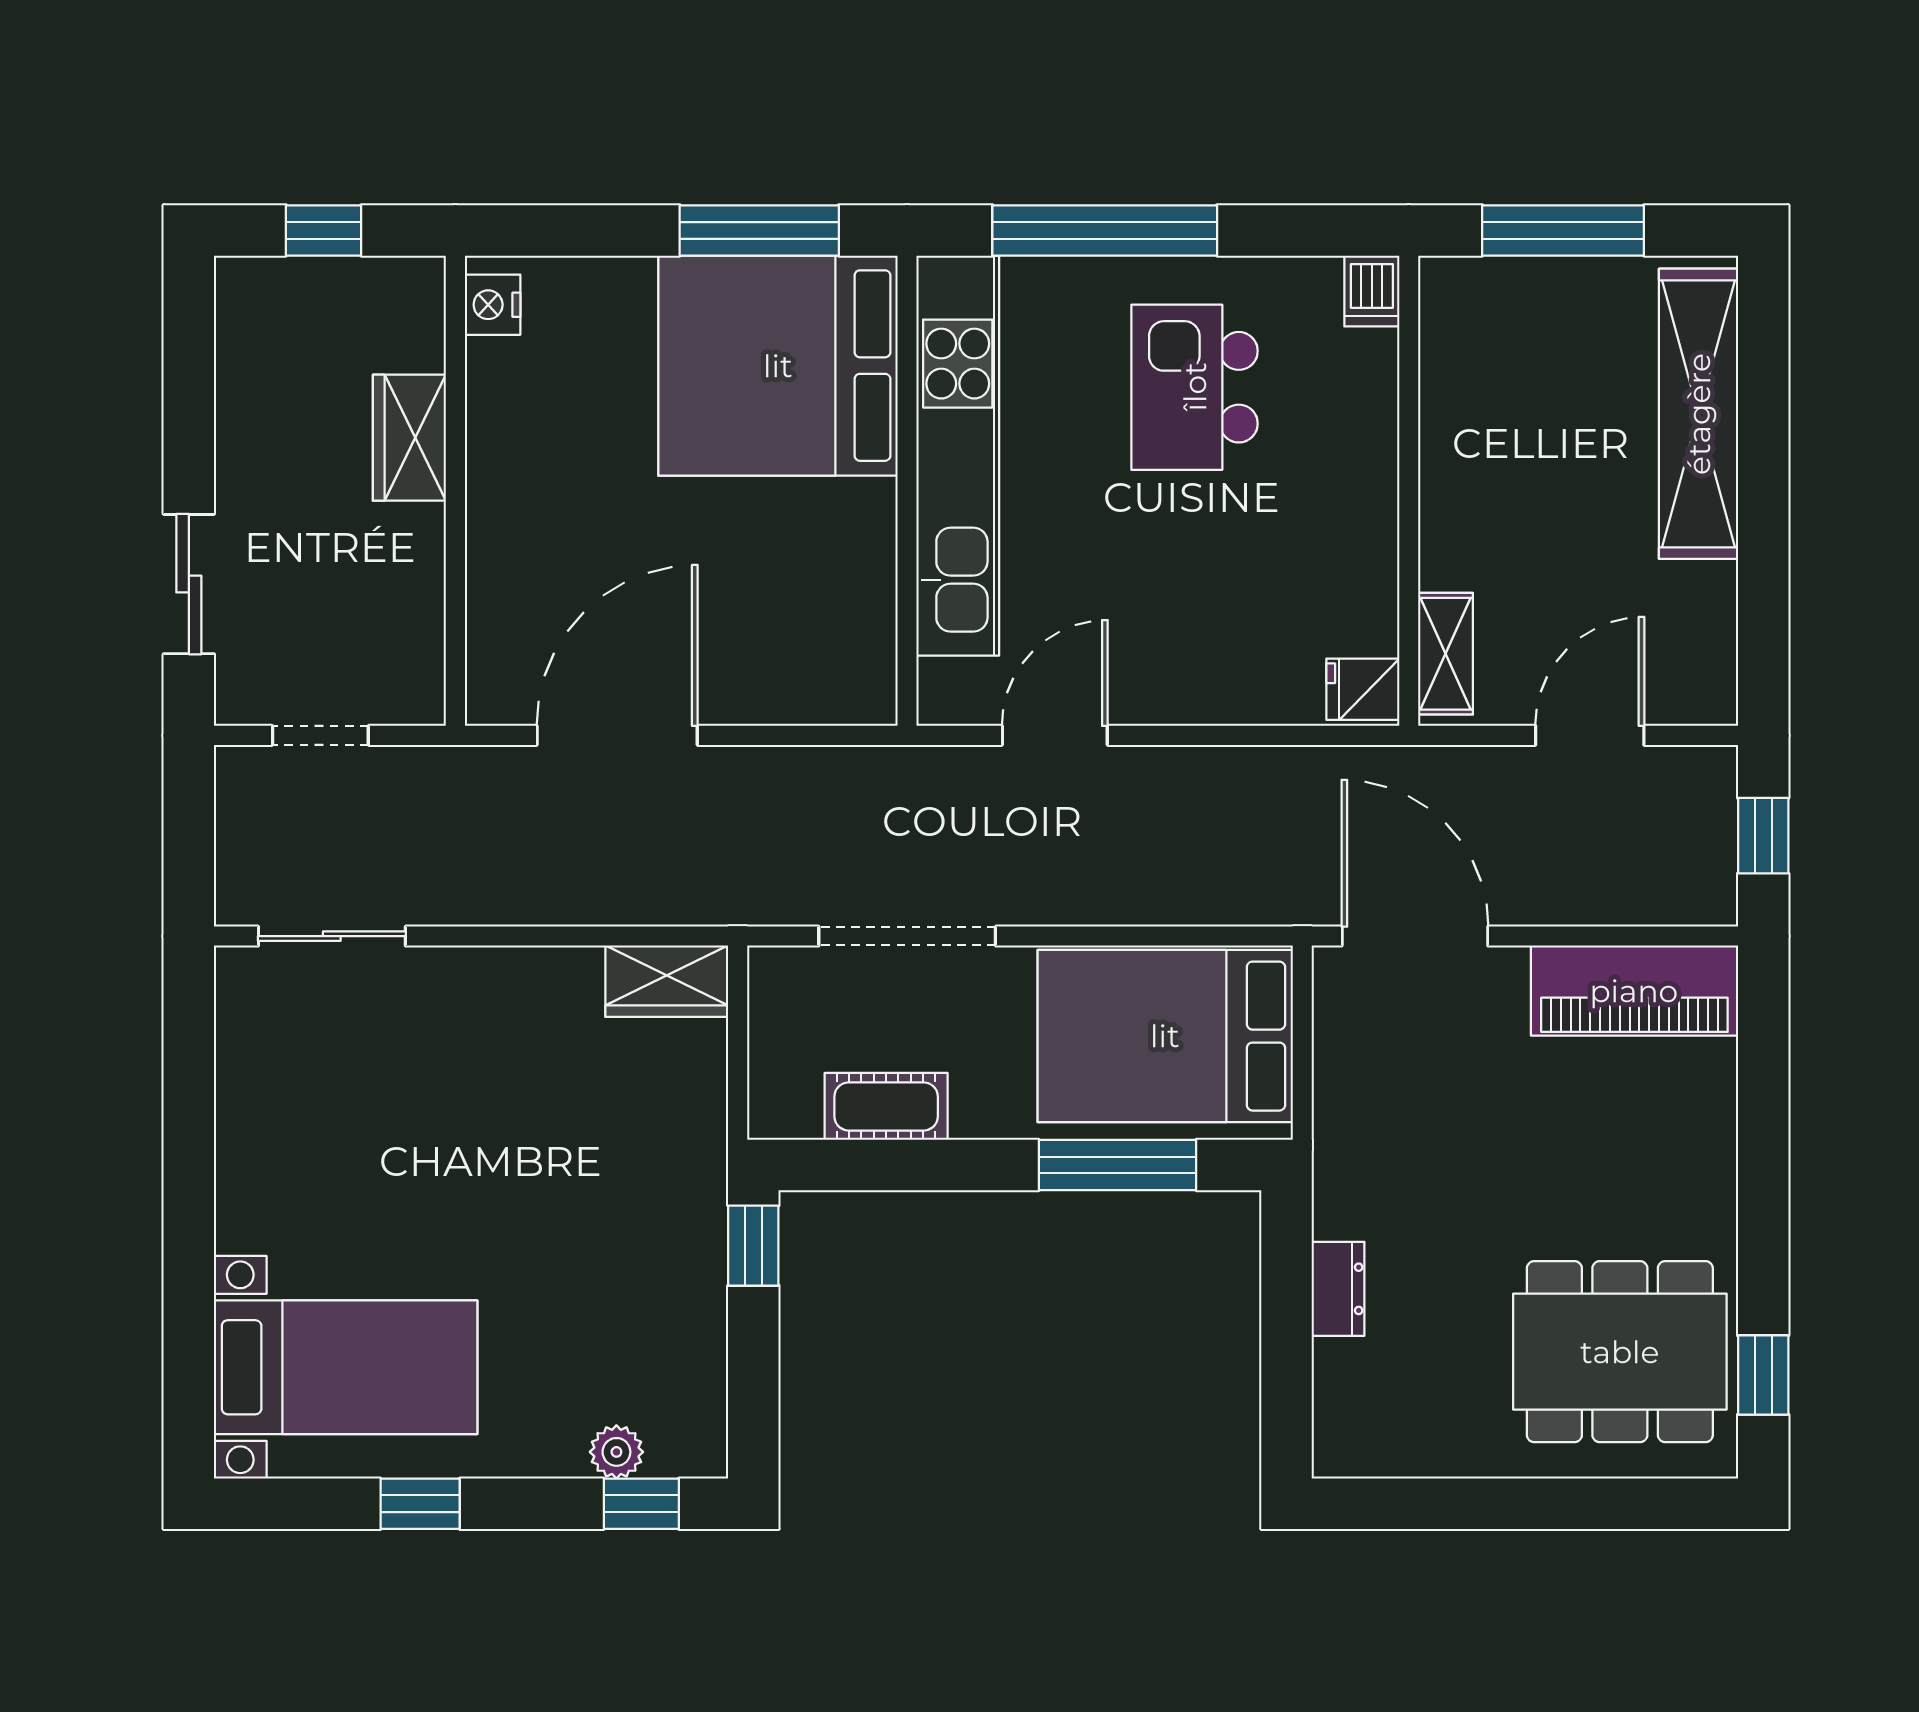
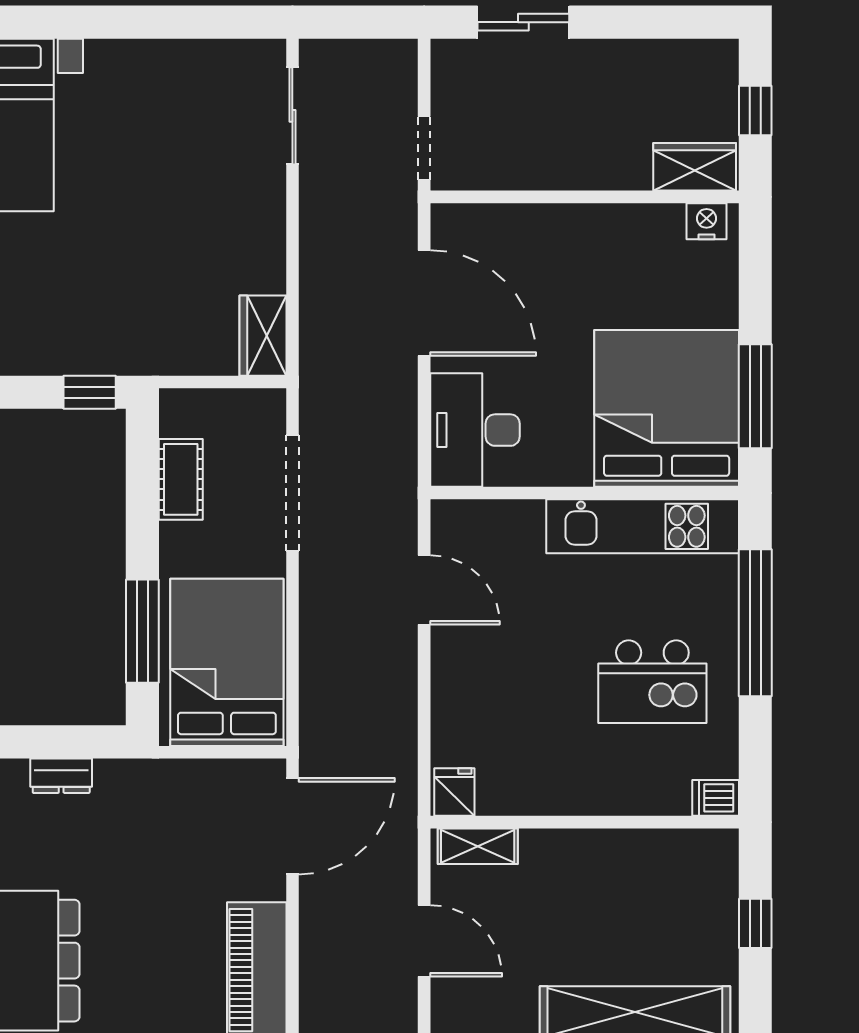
window: (1563, 230) -> (755, 923), width x0.46
kitchen island: (1195, 387) -> (652, 682), turned 180
wardrobe: (409, 438) -> (695, 167), moved
kitchen unit: (958, 456) -> (643, 526), width x0.73
desk: (811, 658) -> (475, 430), added
doorway: (320, 735) -> (424, 148), moved

